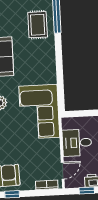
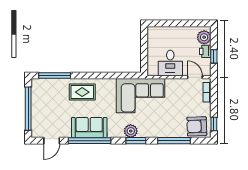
rug: (38, 25) -> (82, 92), moved

